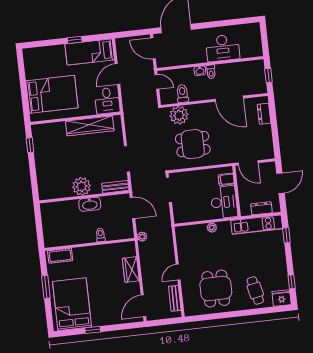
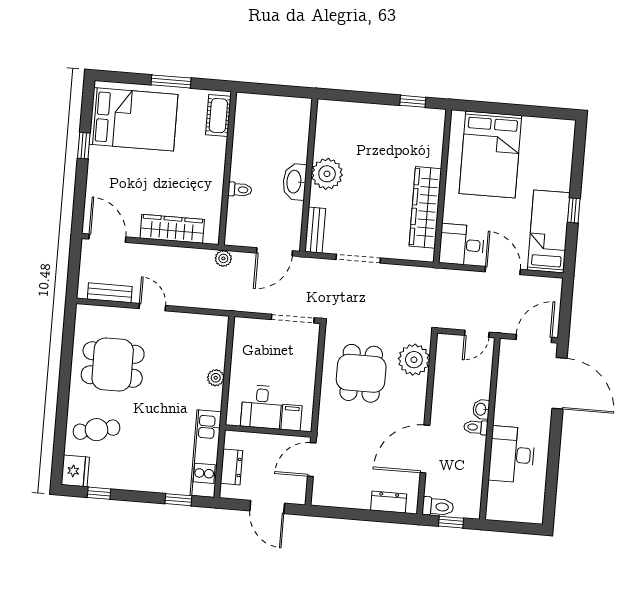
toilet: (182, 94) -> (438, 507), moved
desk: (224, 202) -> (261, 407), width x0.73
wardrobe: (131, 270) -> (172, 229), width x1.50

